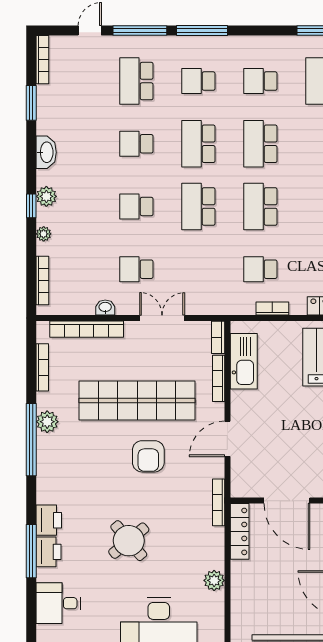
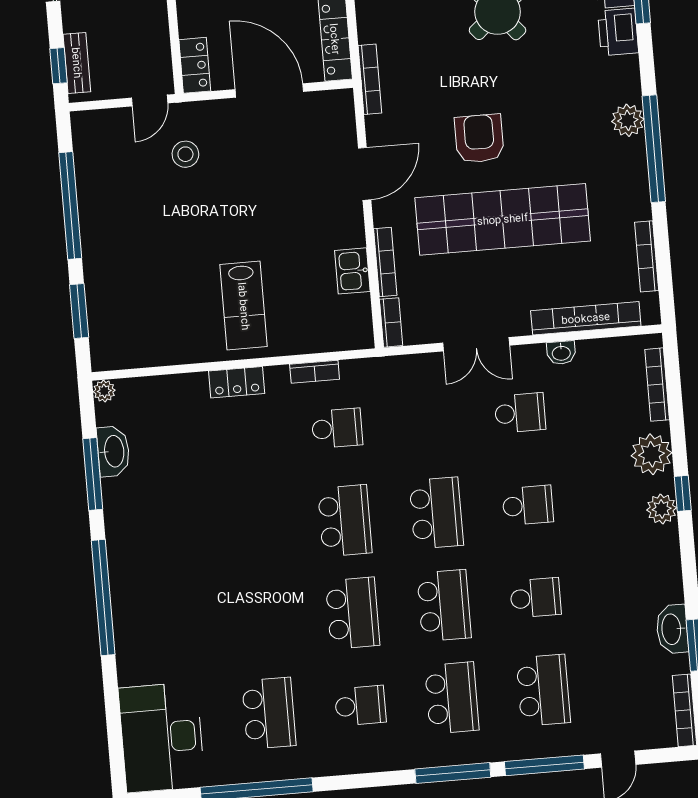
school desk: (198, 81) -> (452, 698), width x1.85
washbasin: (46, 152) -> (672, 629), moved
plant: (44, 234) -> (652, 454), width x1.87, depth x1.87
kitchen sink: (244, 361) -> (352, 271), width x0.53, depth x0.81
plant: (47, 422) -> (628, 120), moved

